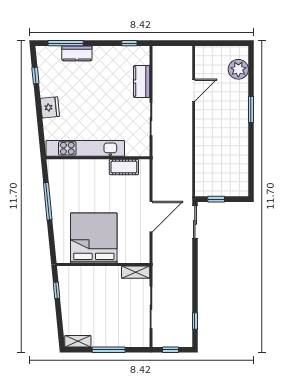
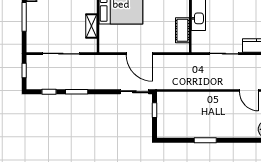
window: (251, 110) -> (205, 140), moved
shelving: (136, 272) -> (91, 26), moved
window: (195, 289) -> (77, 92), added

